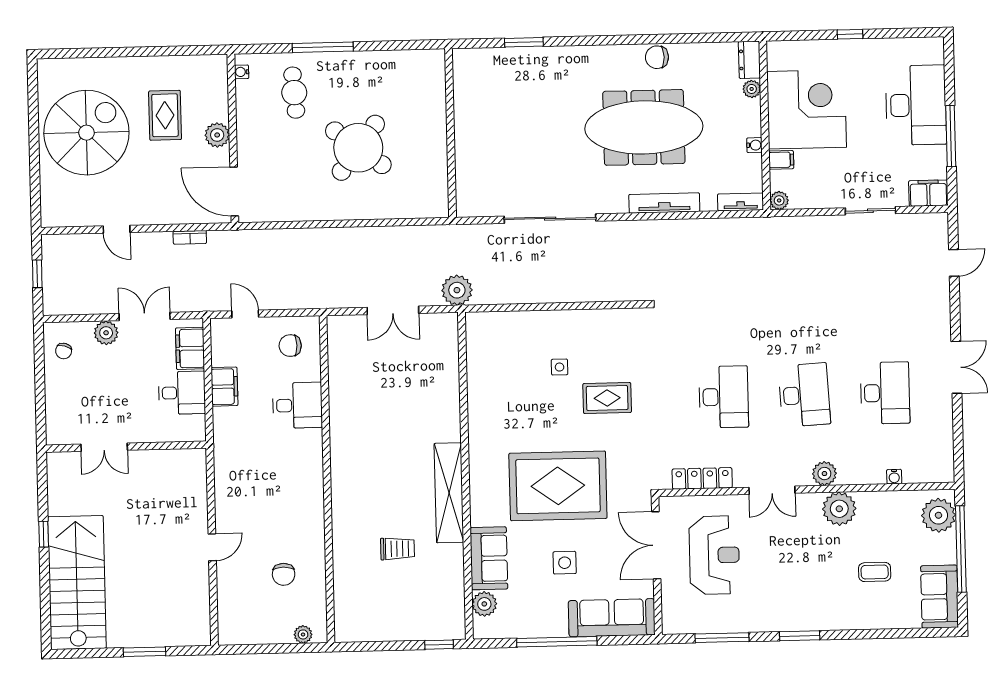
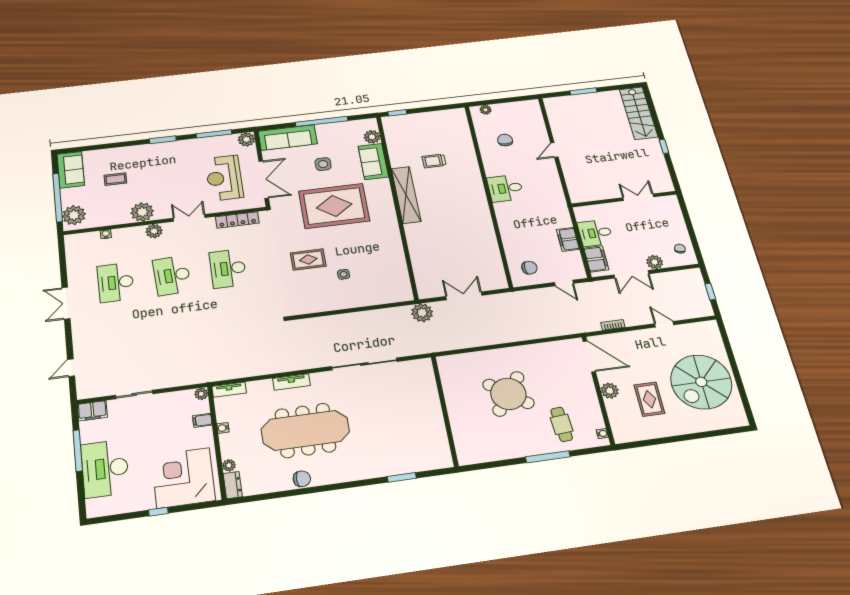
corner desk: (807, 109) -> (183, 478), moved, turned 90
tv unit: (664, 203) -> (291, 382), width x0.71
desk: (297, 405) -> (505, 188), moved
stairs: (77, 582) -> (639, 113), width x0.73, depth x0.66
plant: (674, 622) -> (246, 139), added

